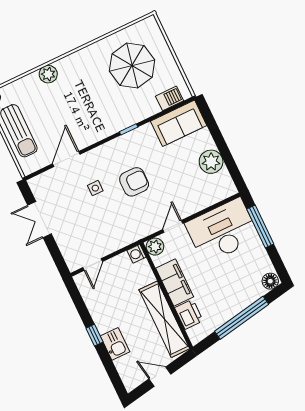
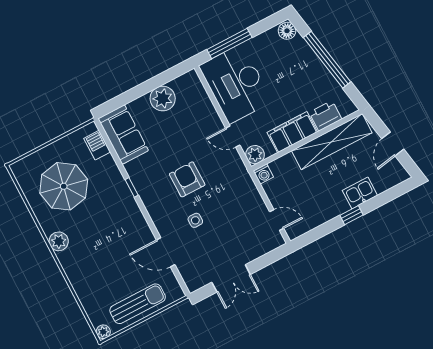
plant: (48, 74) -> (59, 241), moved

